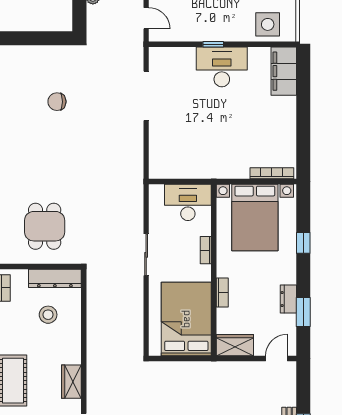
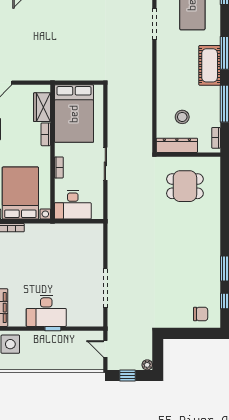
chair: (57, 102) -> (201, 314), moved
dining table: (45, 226) -> (185, 186), turned 90
wardrobe: (235, 345) -> (42, 107), moved, turned 90
wardrobe: (71, 382) -> (164, 65), removed

